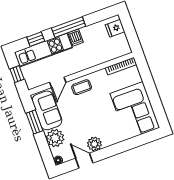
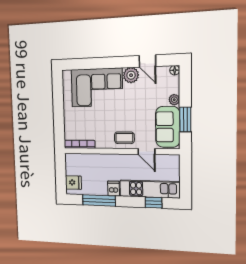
window: (69, 27) -> (99, 200), moved
window: (17, 74) -> (186, 176), removed
door: (58, 82) -> (146, 151), swing flipped
corner sofa: (135, 111) -> (97, 88), moved, turned 90
plant: (55, 138) -> (174, 100), width x0.53, depth x0.53

